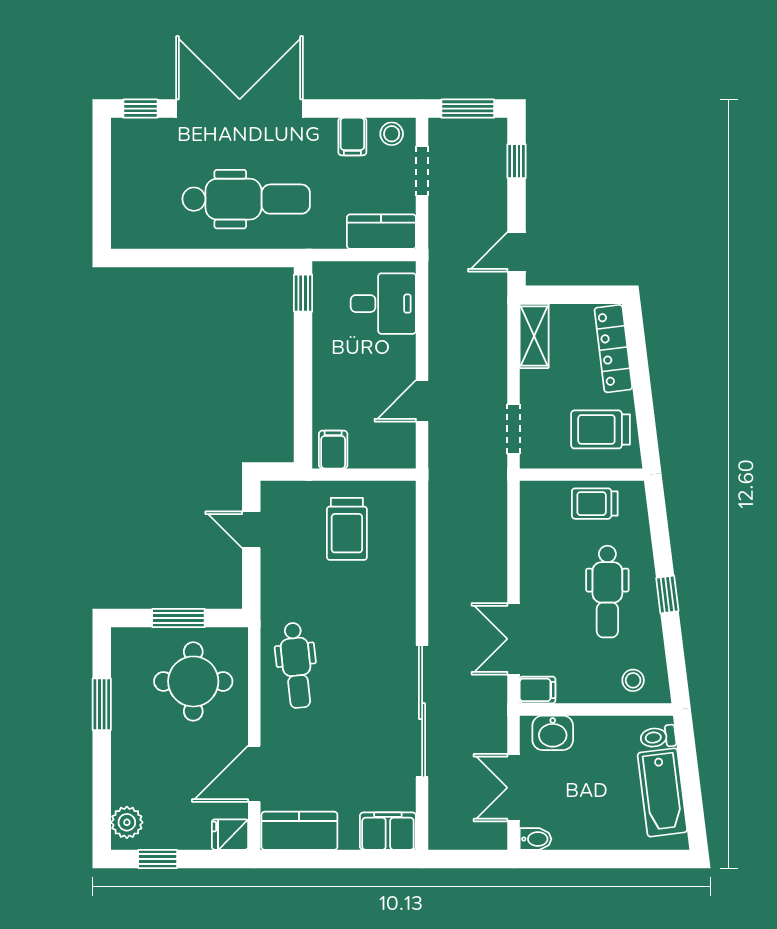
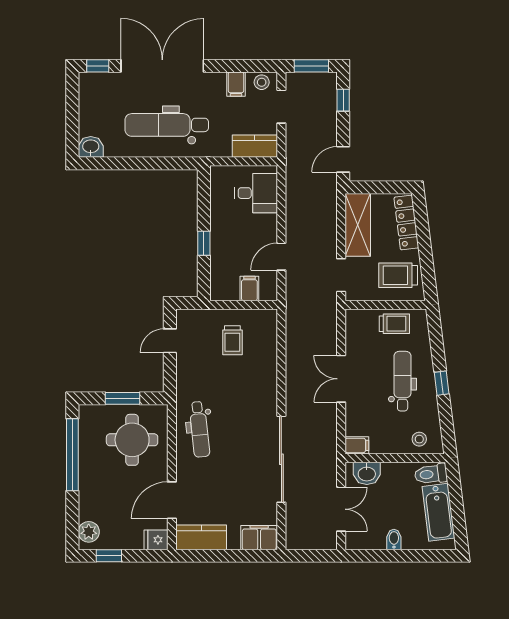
dental chair: (246, 199) -> (167, 125), turned 180
washbasin: (130, 233) -> (91, 147), added
window: (303, 293) -> (204, 243), moved
shelving: (534, 336) -> (358, 225), width x1.50, depth x1.33
filing cabinet: (333, 450) -> (249, 288), moved
trolley: (595, 504) -> (394, 324), turned 180
trolley: (347, 529) -> (232, 340), width x0.73, depth x0.72
door: (251, 530) -> (170, 341), hinge flipped
dental chair: (607, 592) -> (403, 381), turned 180
double door: (514, 639) -> (341, 379), moved
window: (102, 704) -> (72, 455), width x2.11
toilet: (658, 737) -> (431, 474), width x1.37, depth x1.39
double door: (514, 788) -> (341, 509), swing flipped
bidet: (536, 839) -> (394, 539), moved, turned -90

